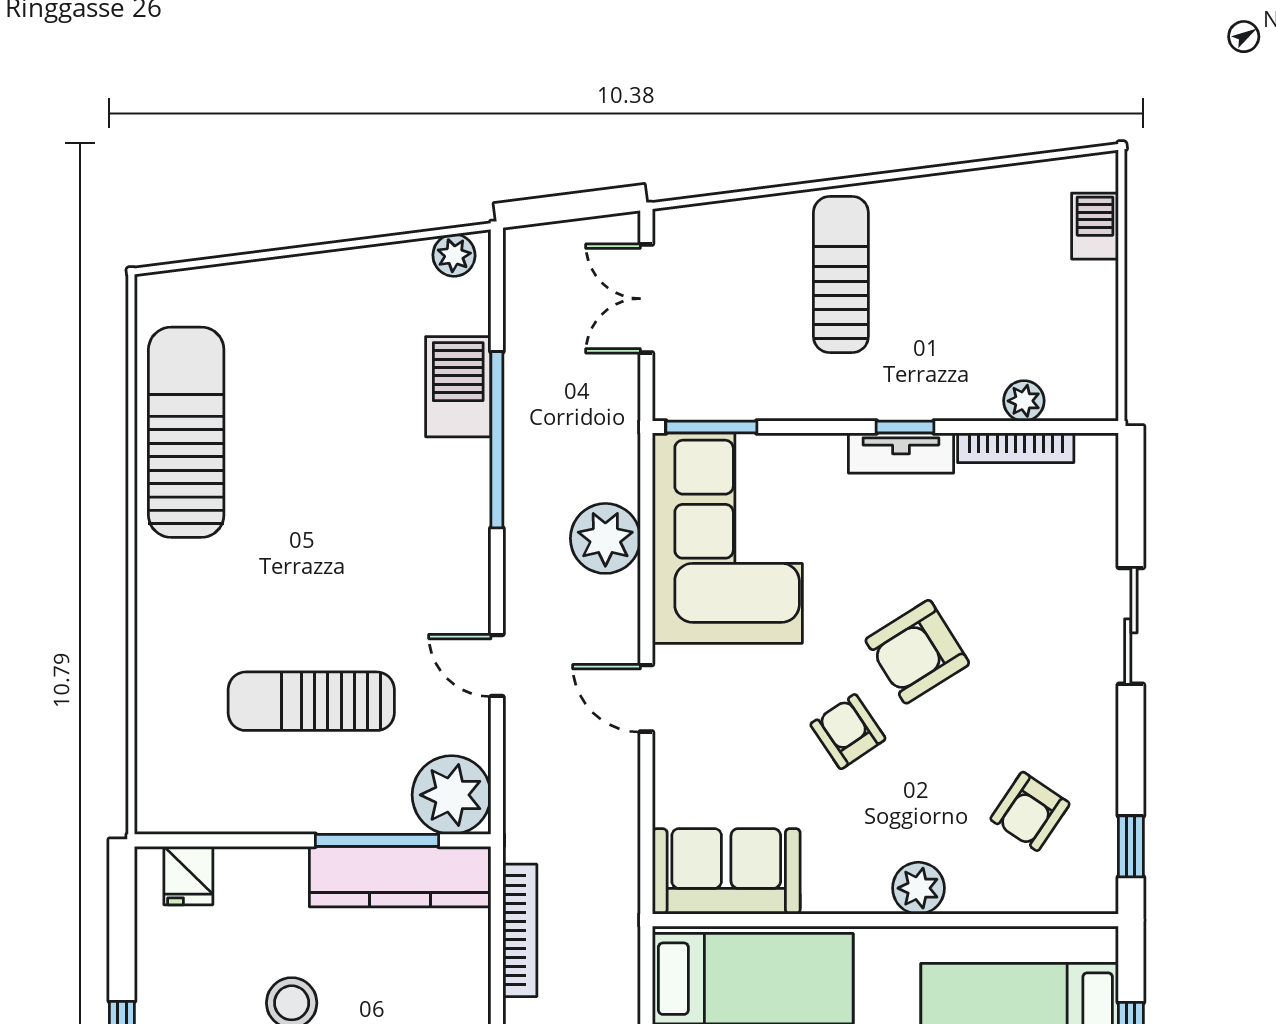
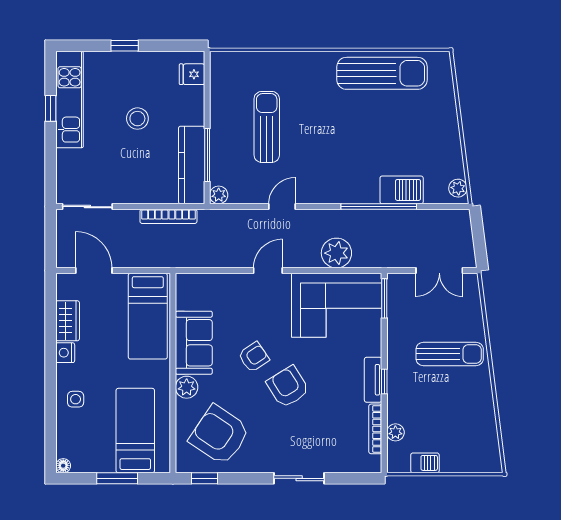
barbecue: (1095, 226) -> (425, 463), moved
double door: (646, 299) -> (439, 271), swing flipped
plant: (452, 795) -> (219, 195), width x0.53, depth x0.53
armchair: (1030, 811) -> (220, 435), width x1.88, depth x1.88
sofa: (726, 871) -> (194, 343), moved

